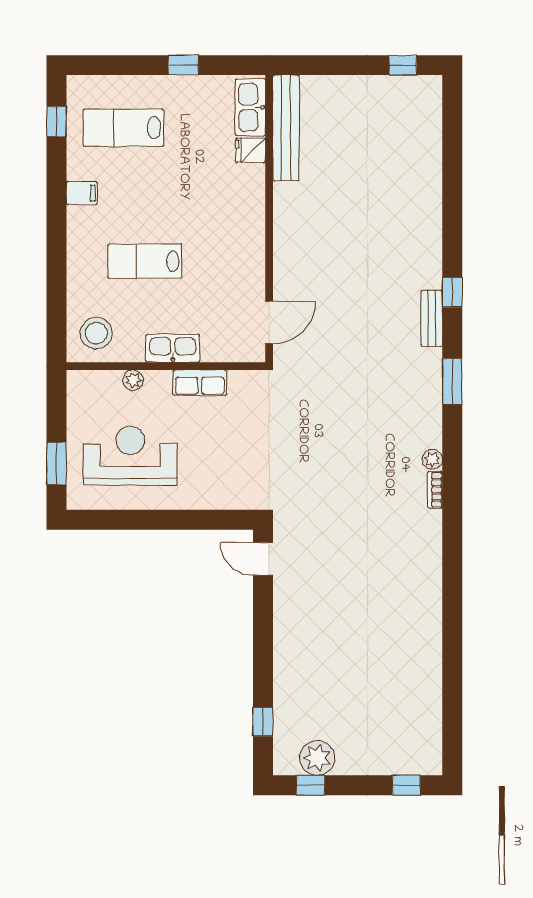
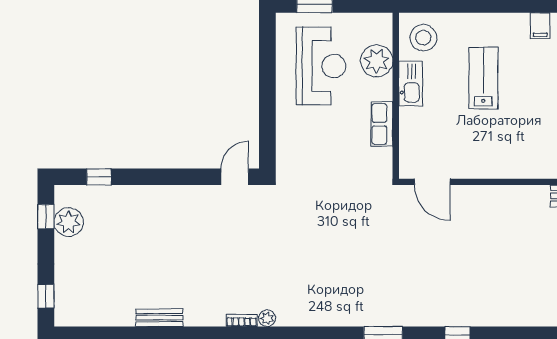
bench: (432, 318) -> (159, 318), moved
kitchen sink: (173, 348) -> (411, 83), moved
plant: (133, 380) -> (377, 61), width x1.87, depth x1.87
plant: (432, 459) -> (267, 318), moved
bookcase: (435, 490) -> (241, 320), moved

